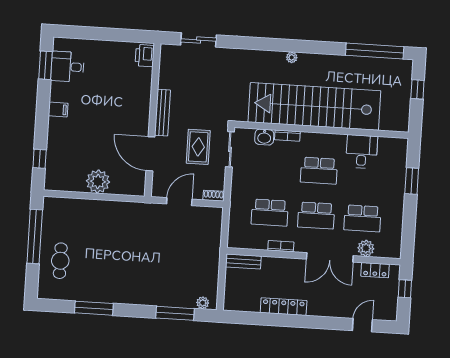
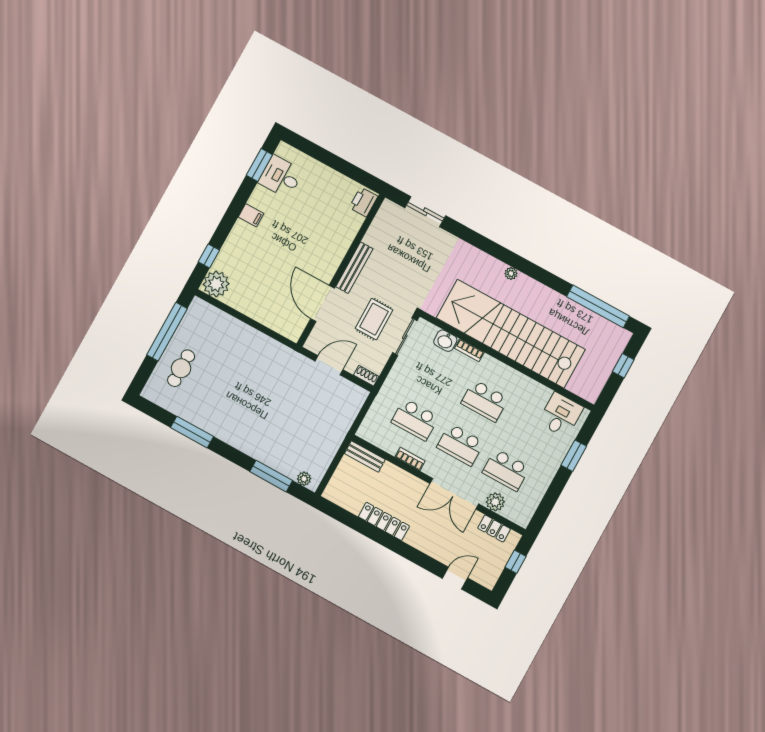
desk: (362, 152) -> (561, 415), moved
plant: (98, 181) -> (216, 284), moved

